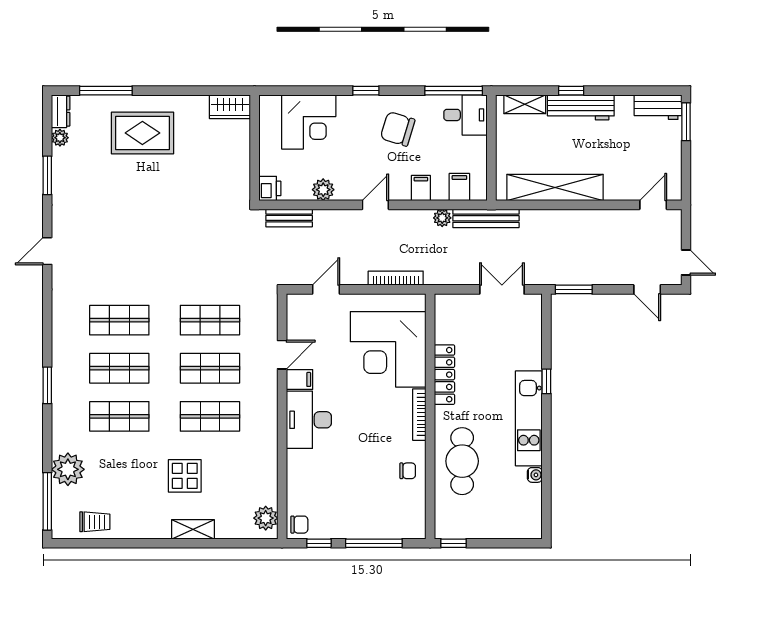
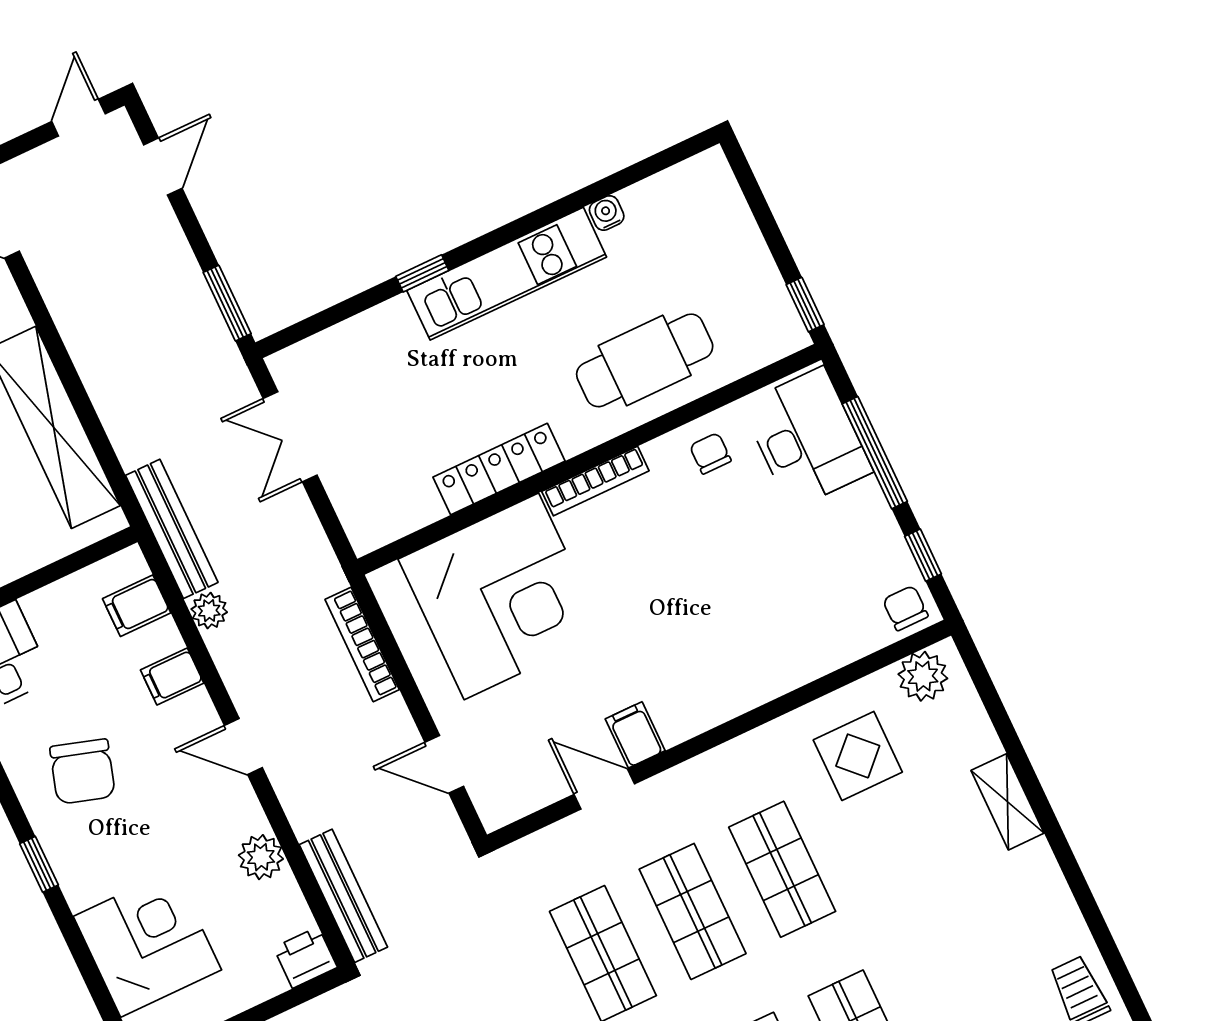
bench: (289, 218) -> (343, 896), width x1.36
desk: (309, 420) -> (807, 438), moved, turned -90
display table: (185, 476) -> (858, 756), moved

